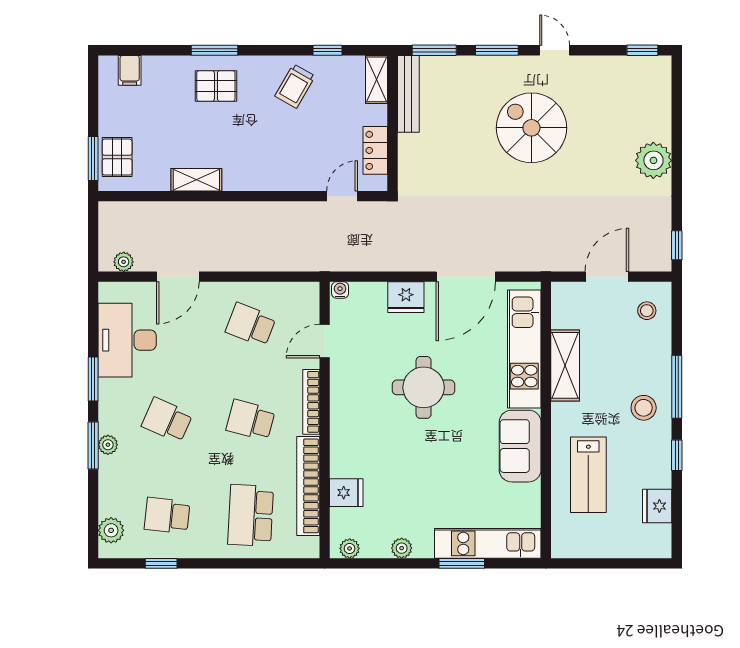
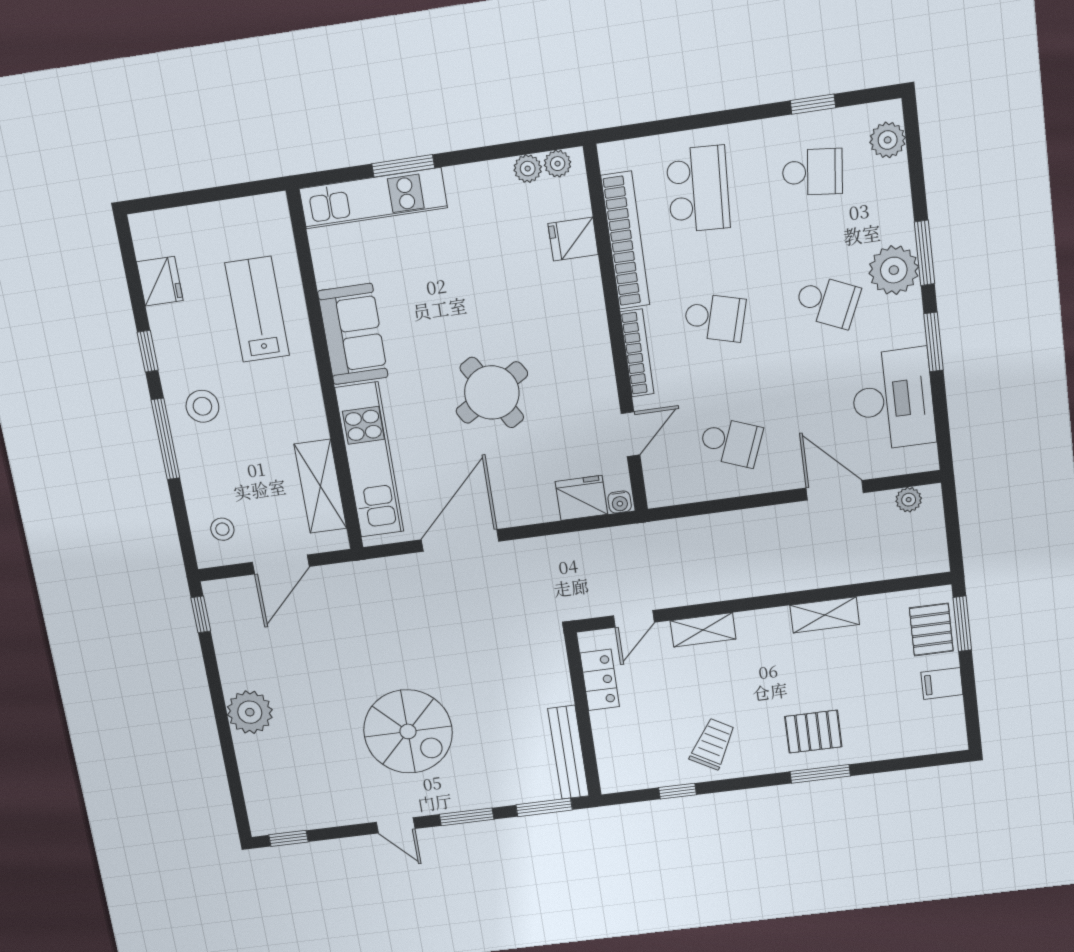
filing cabinet: (130, 70) -> (942, 683), moved, turned -90
shelving: (377, 79) -> (703, 630), moved, turned 90
door: (178, 277) -> (835, 490), hinge flipped
fridge: (406, 297) -> (581, 498), moved
shelving: (565, 365) -> (320, 486), moved
round table: (424, 387) -> (492, 393), turned -31
plant: (108, 445) -> (894, 270), width x1.88, depth x1.88
plant: (402, 548) -> (528, 169), moved

